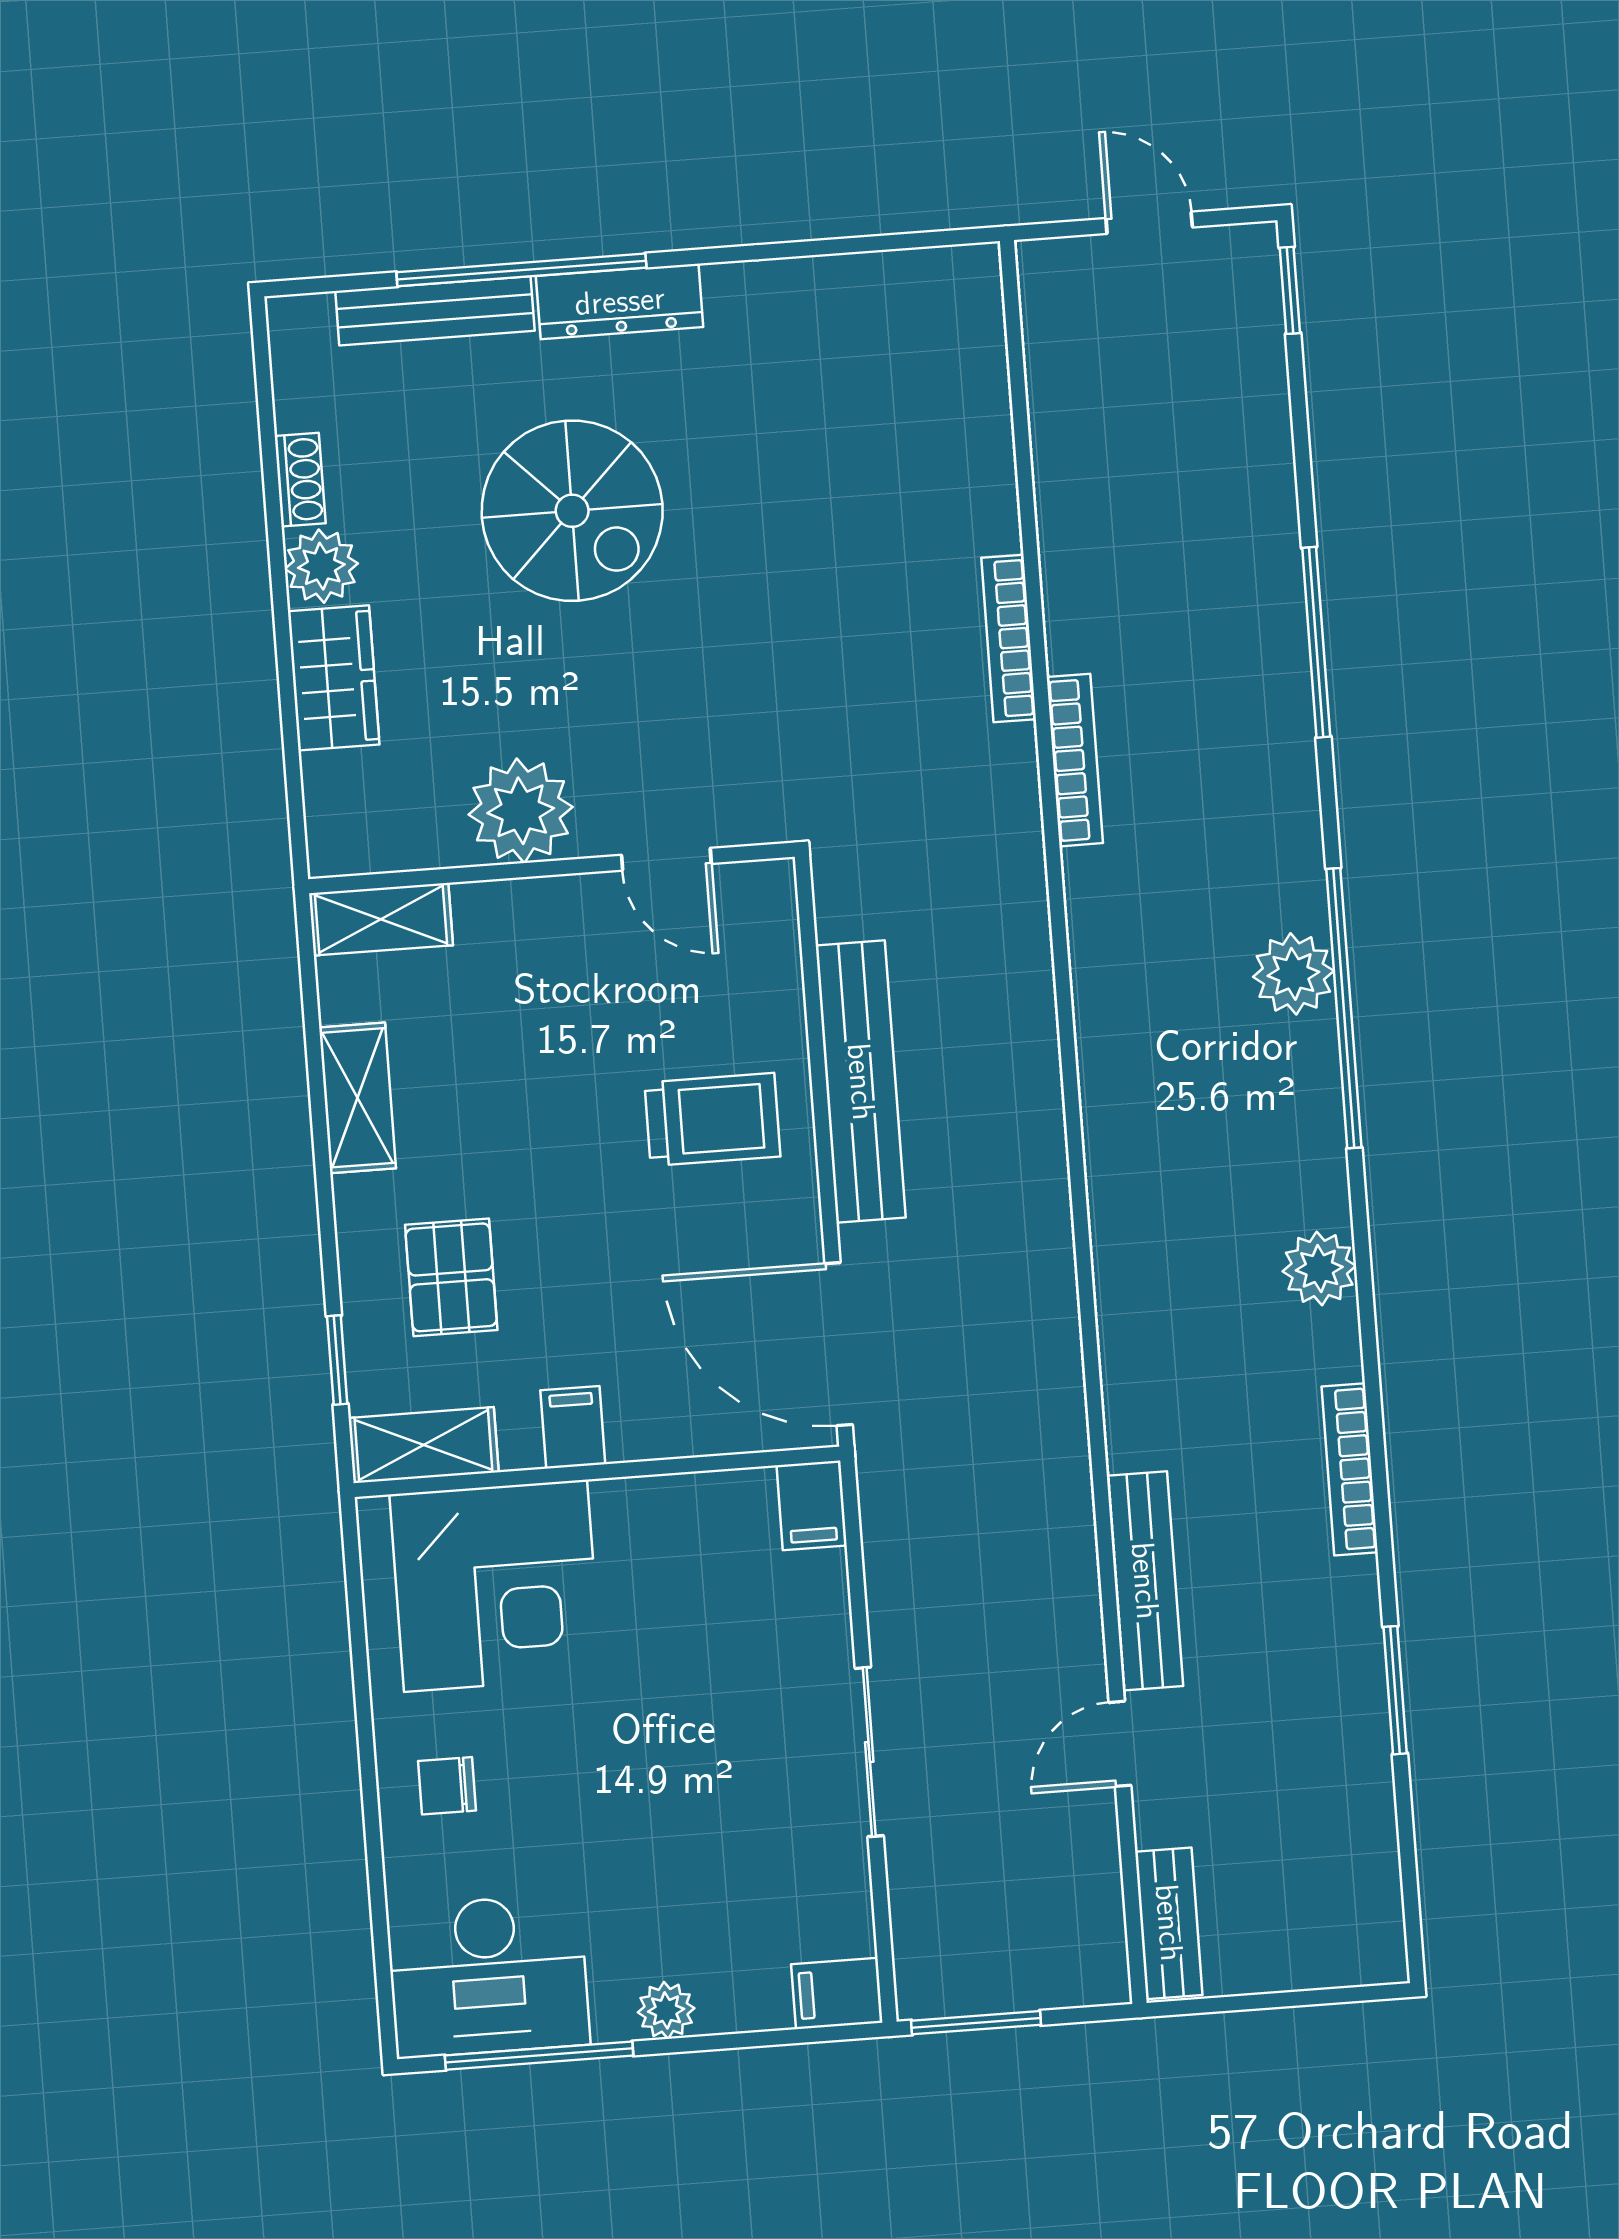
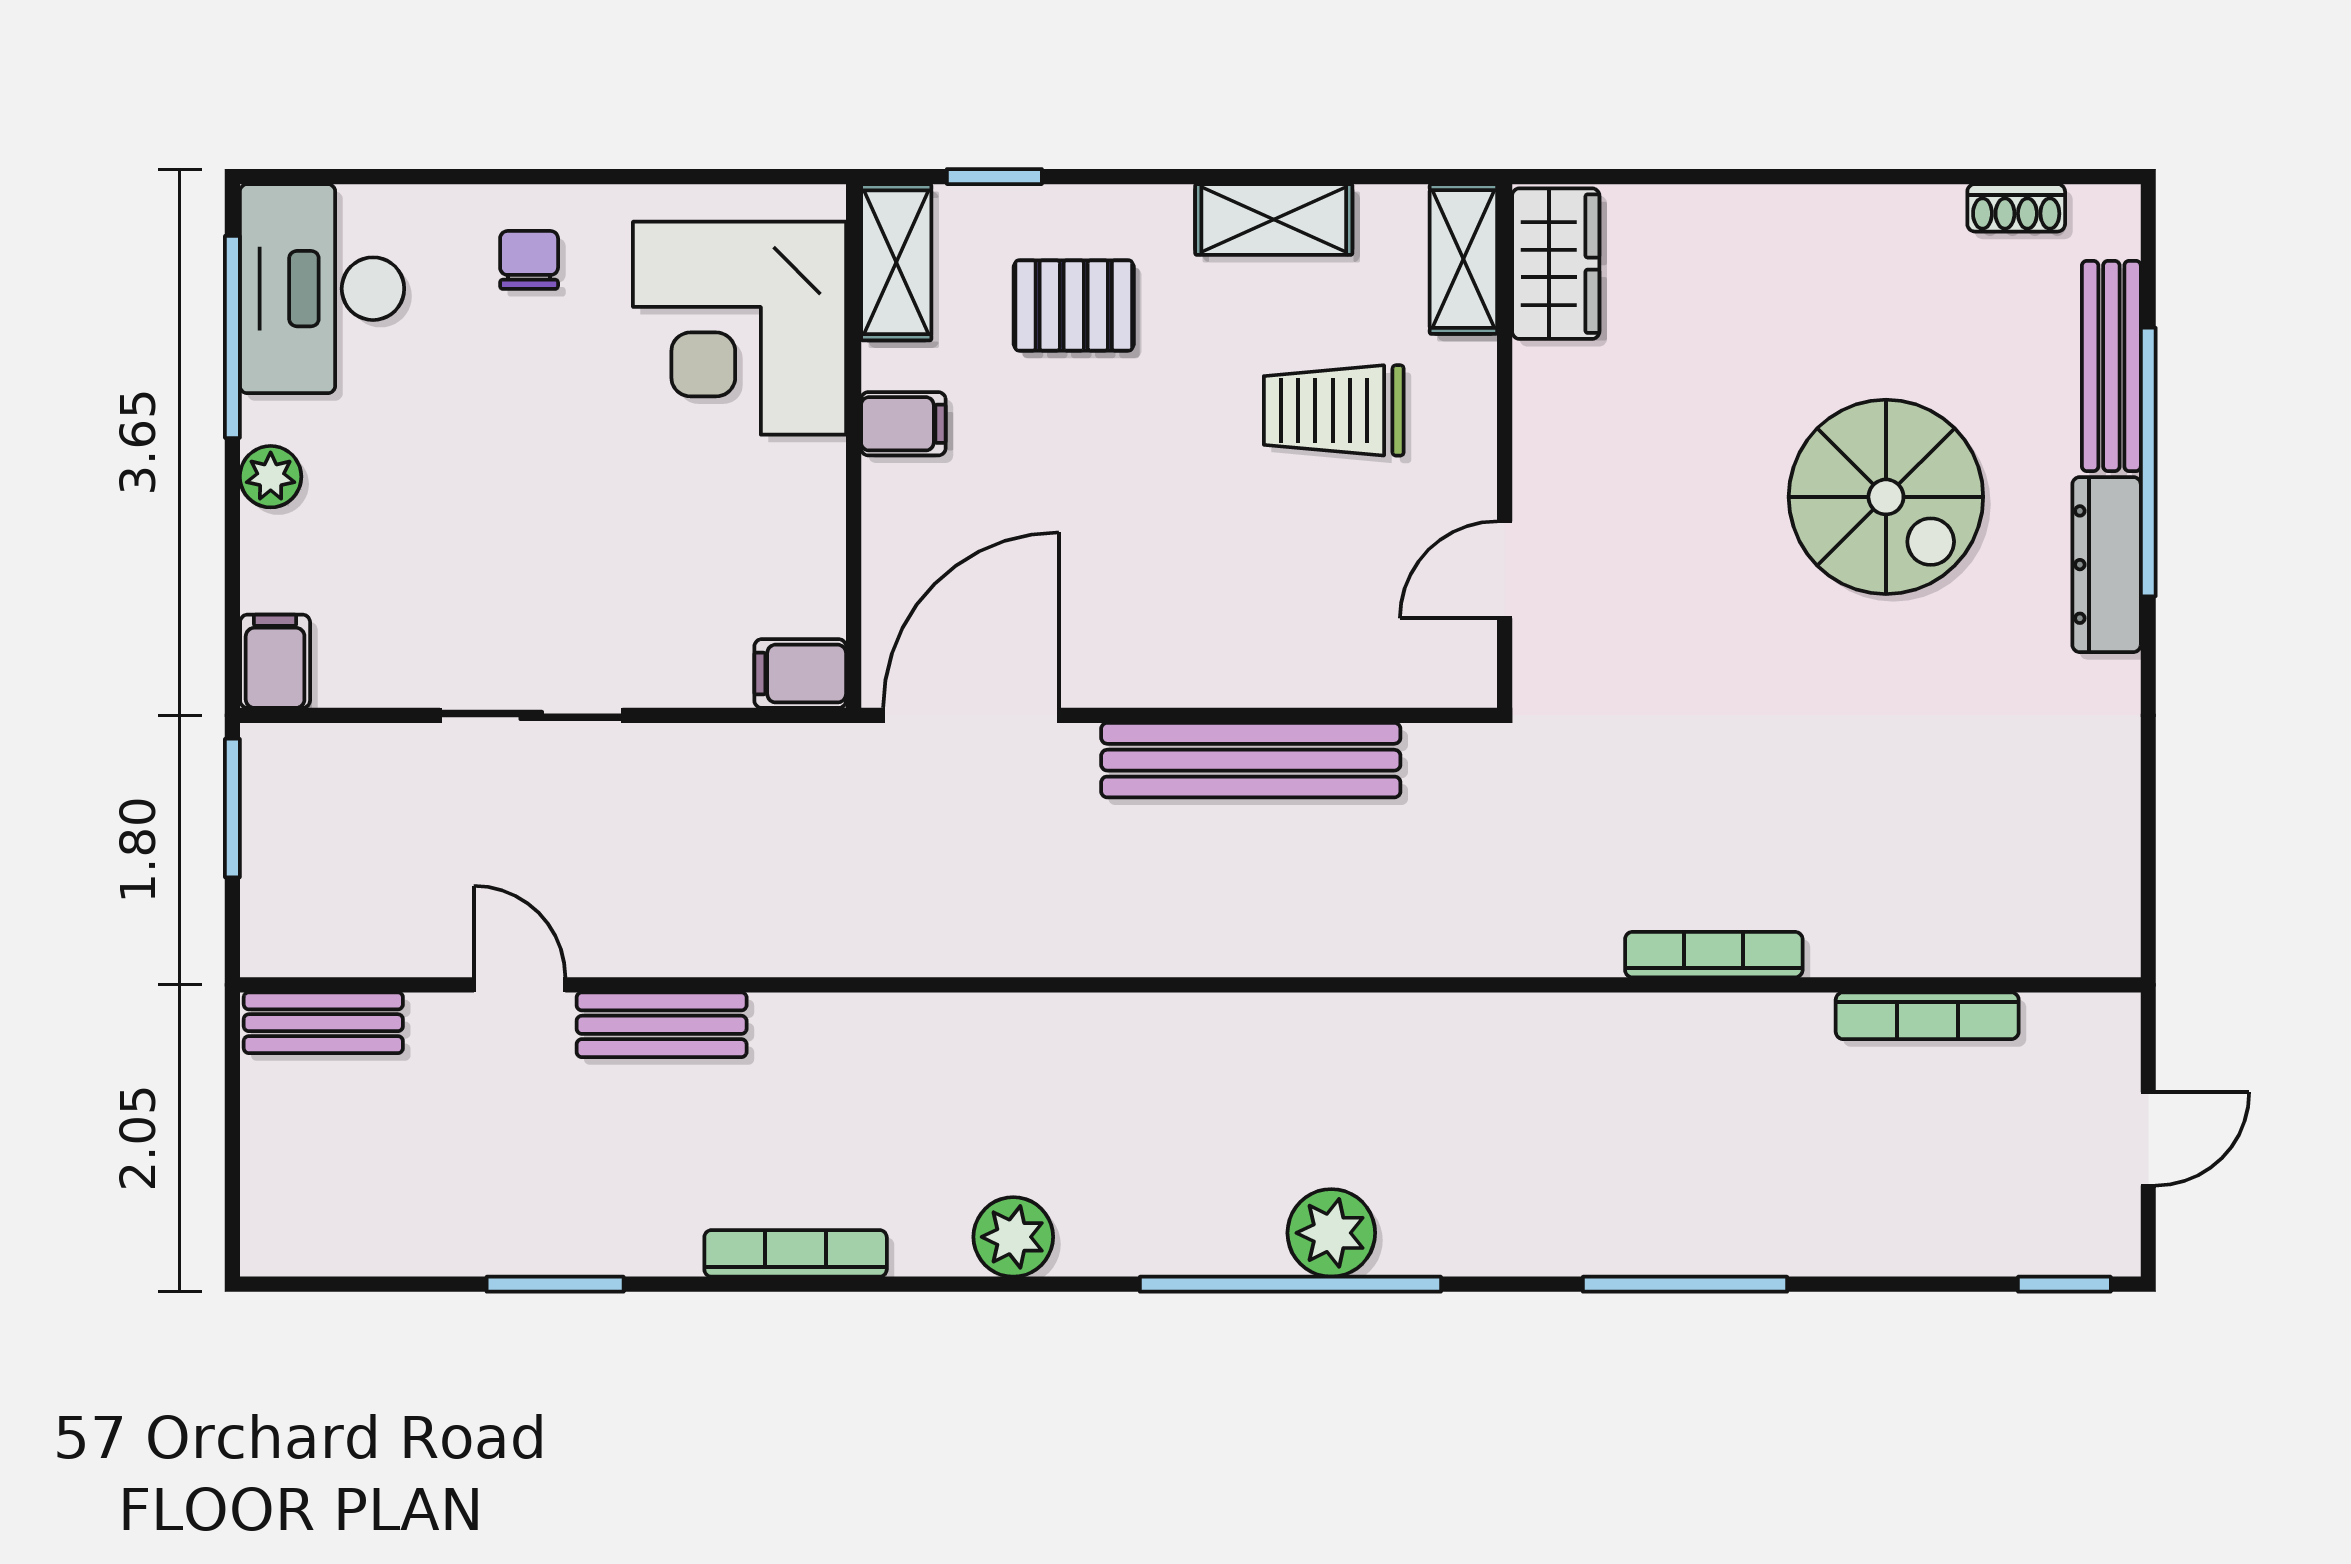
shoe rack: (300, 480) -> (2016, 208), moved
spiral stairs: (572, 511) -> (1886, 497), turned -90
plant: (321, 566) -> (1847, 224), removed
wardrobe: (334, 678) -> (1556, 264), moved, turned -90
bookcase: (1075, 760) -> (1927, 1016), moved
plant: (521, 811) -> (1569, 417), removed
trolley: (712, 1120) -> (1334, 410), moved, turned 90
bench: (1145, 1581) -> (662, 1025), width x0.73

